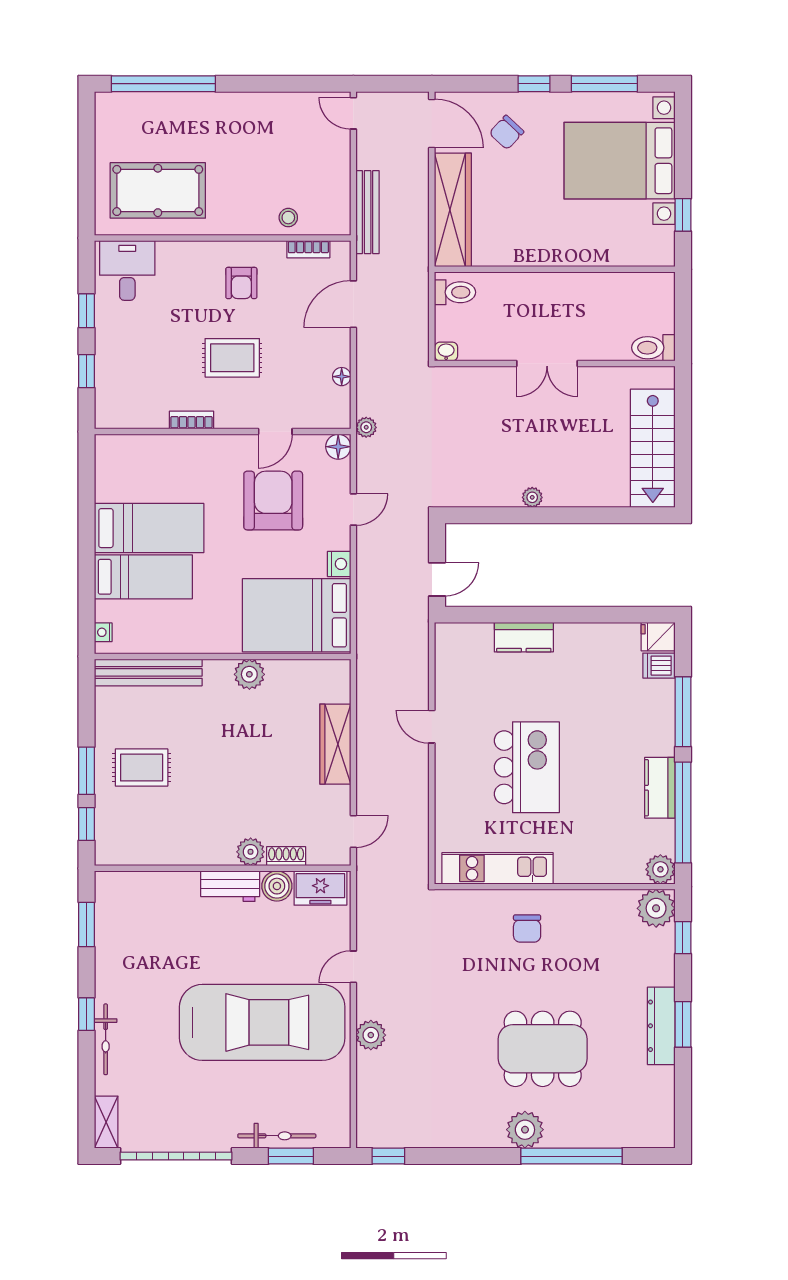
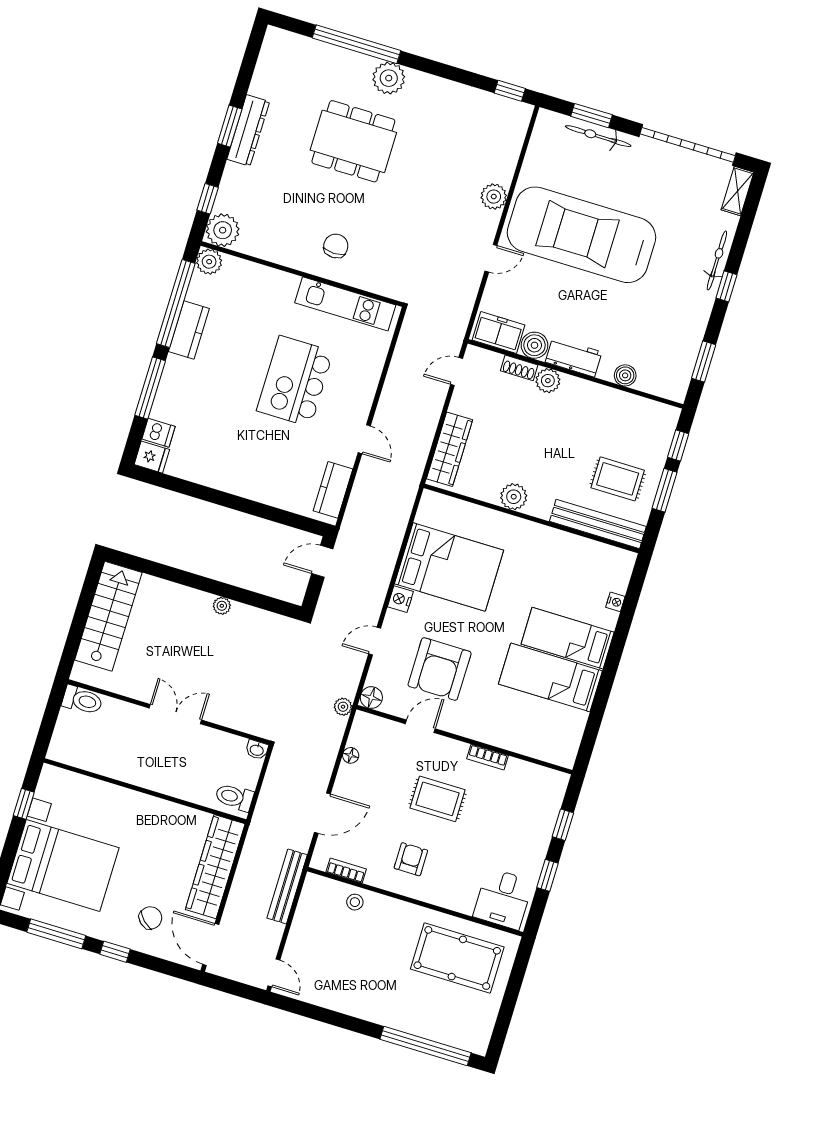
kitchen counter: (524, 637) -> (333, 490), moved, turned -90
wall: (223, 656) -> (532, 518), moved
bench: (148, 672) -> (598, 524), moved
plant: (249, 674) -> (514, 497), moved
boiler: (168, 883) -> (625, 375), added

